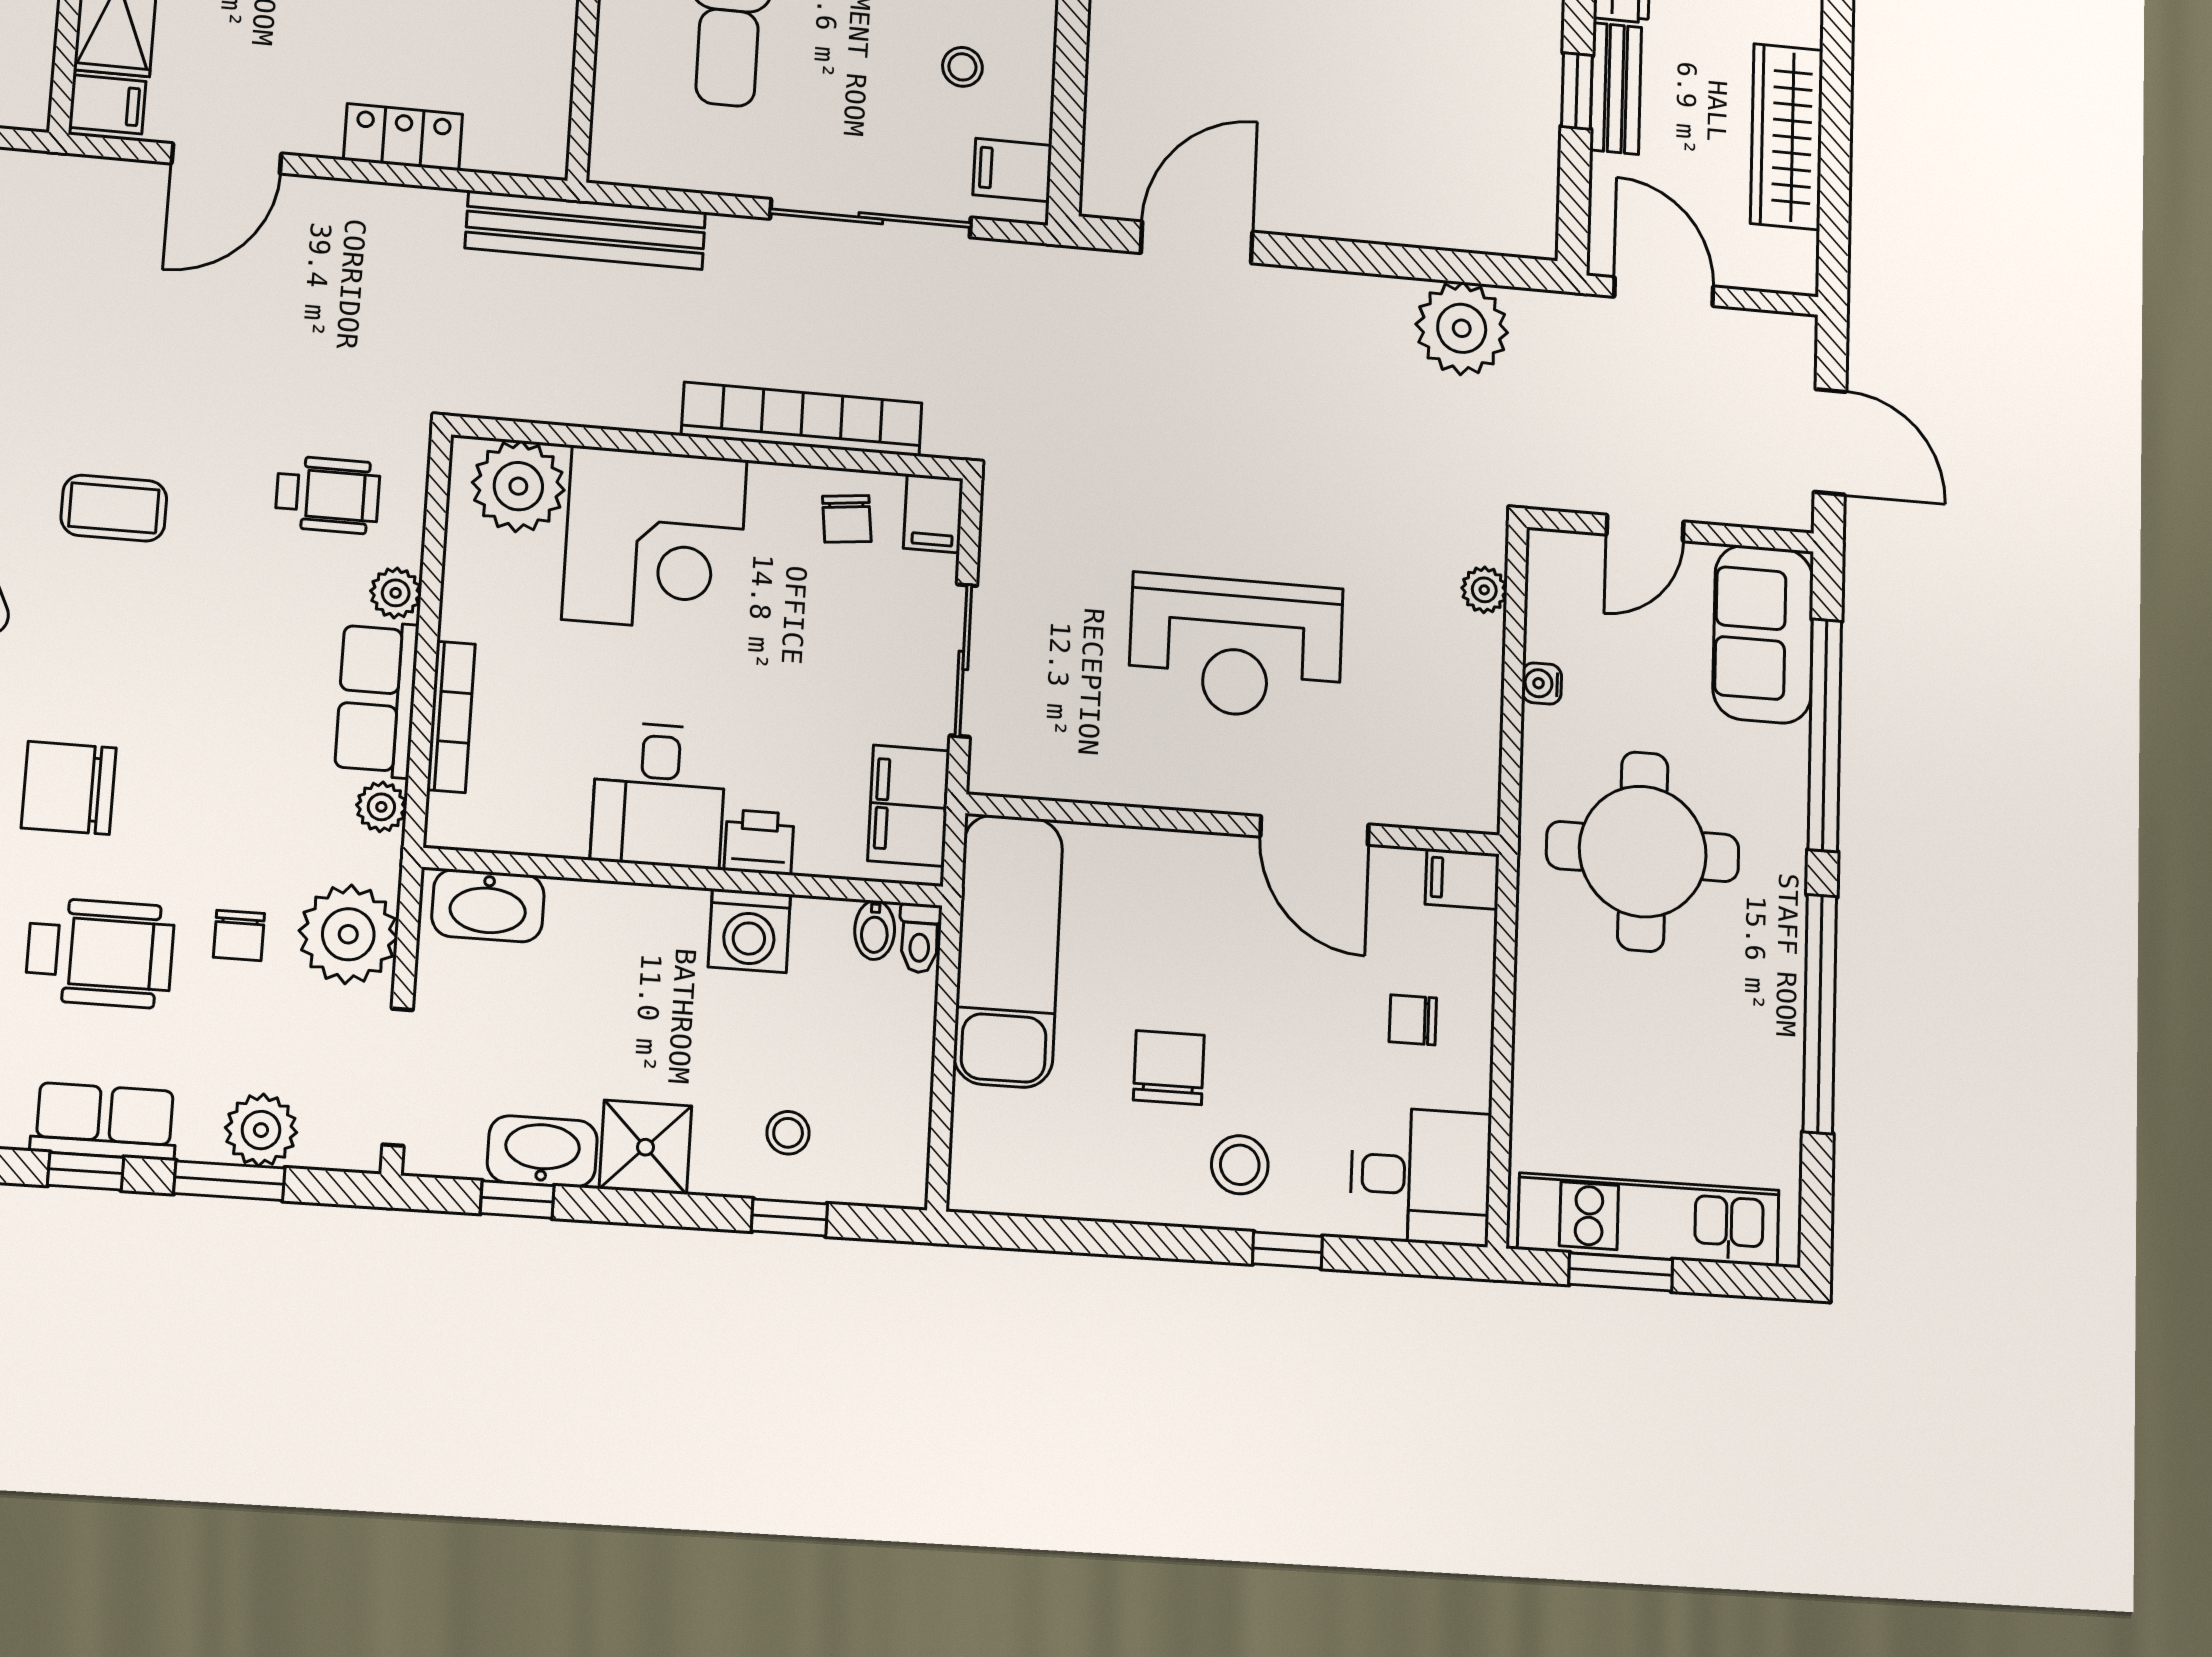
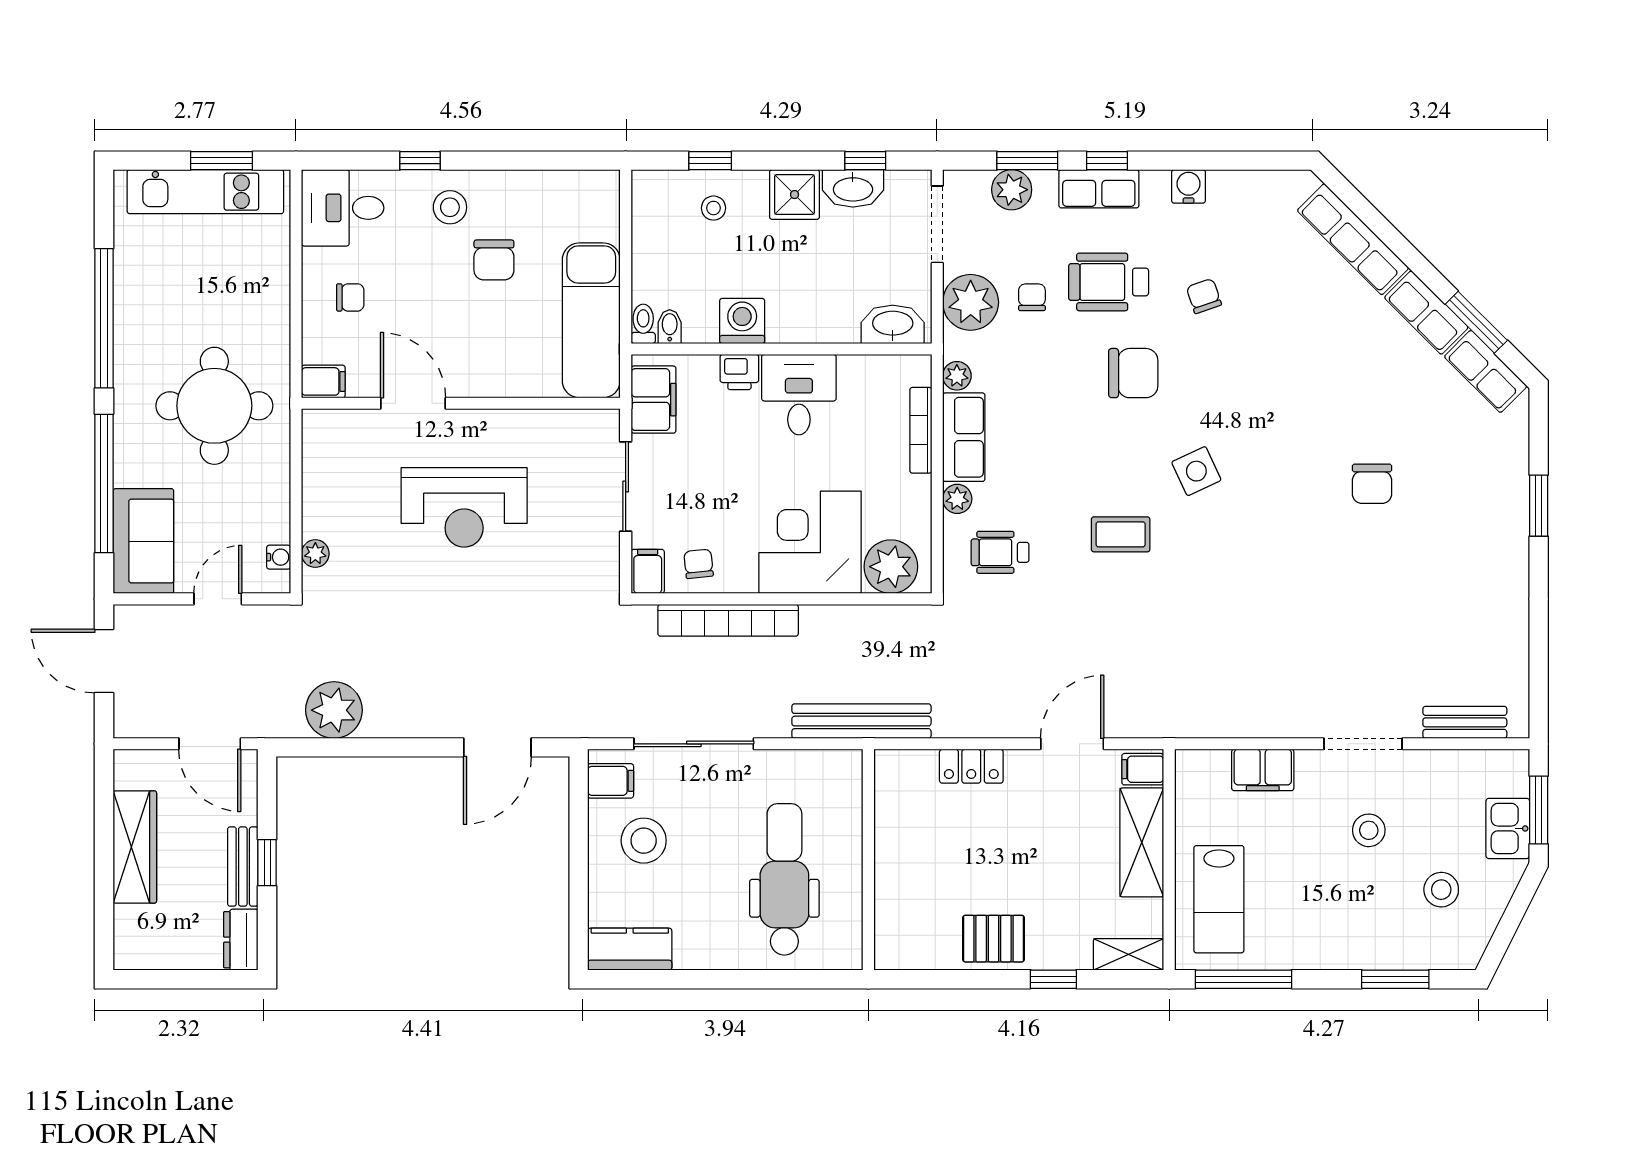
stool: (962, 67) -> (644, 841), width x1.89, depth x1.89
reception desk: (1236, 647) -> (464, 507), turned 180
water cooler: (1542, 683) -> (279, 557), moved

